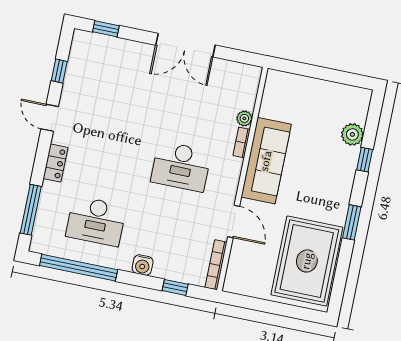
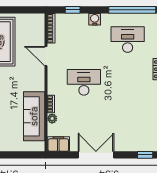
filing cabinet: (243, 75) -> (58, 144), added
sofa: (266, 161) -> (34, 116), moved

